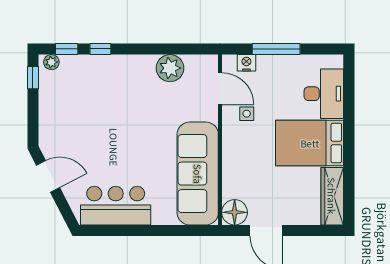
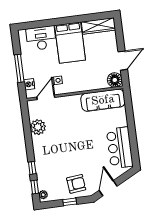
window: (33, 78) -> (70, 202), moved
armchair: (63, 122) -> (76, 184), added
sofa: (198, 174) -> (103, 100), width x0.74, depth x0.79

